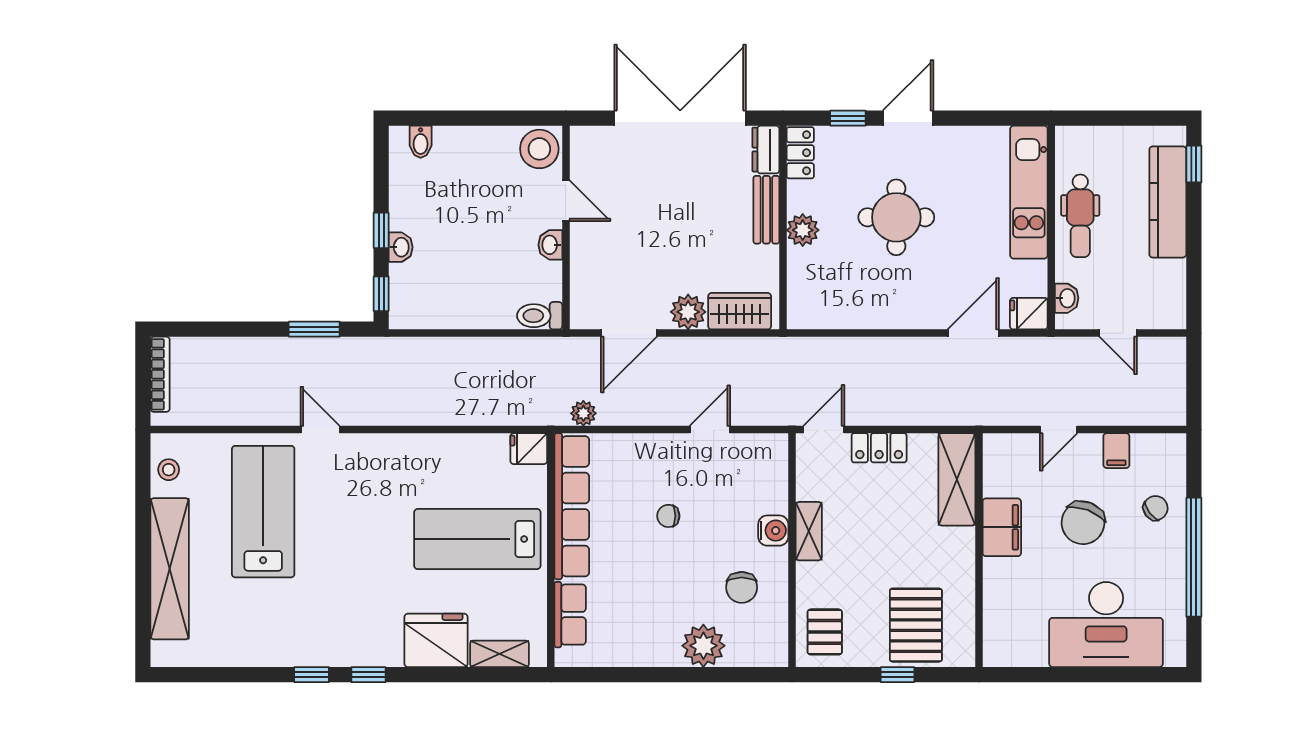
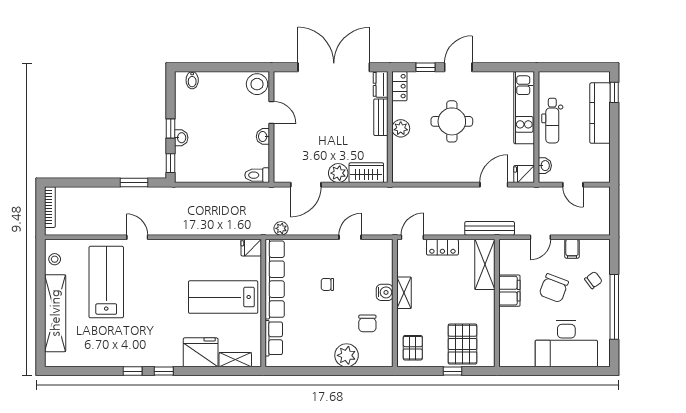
bench: (965, 413) -> (490, 228), added

